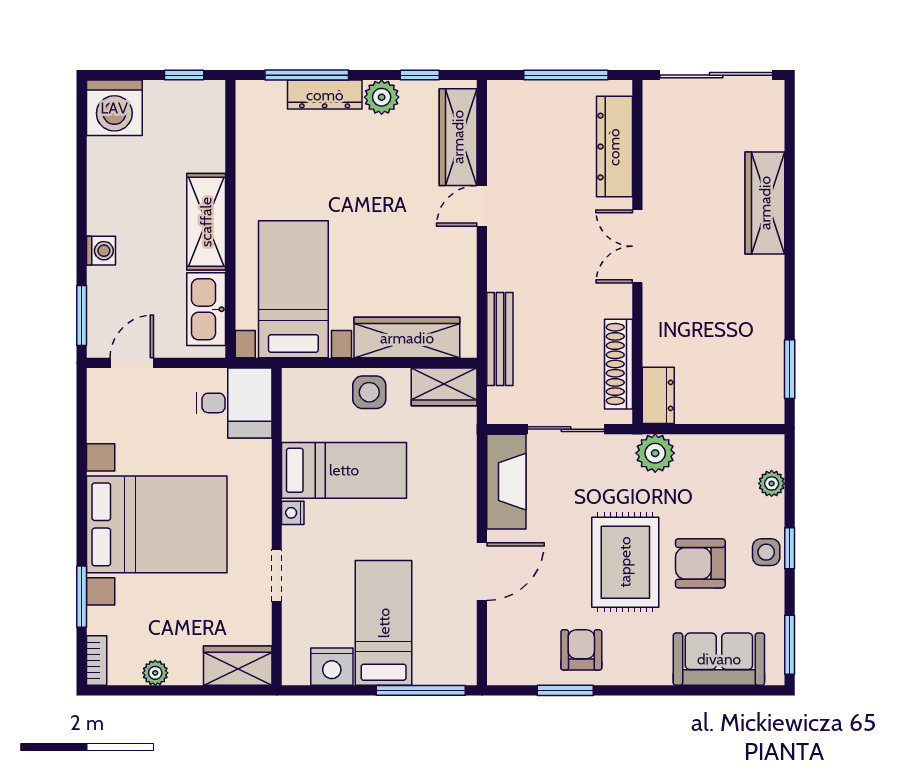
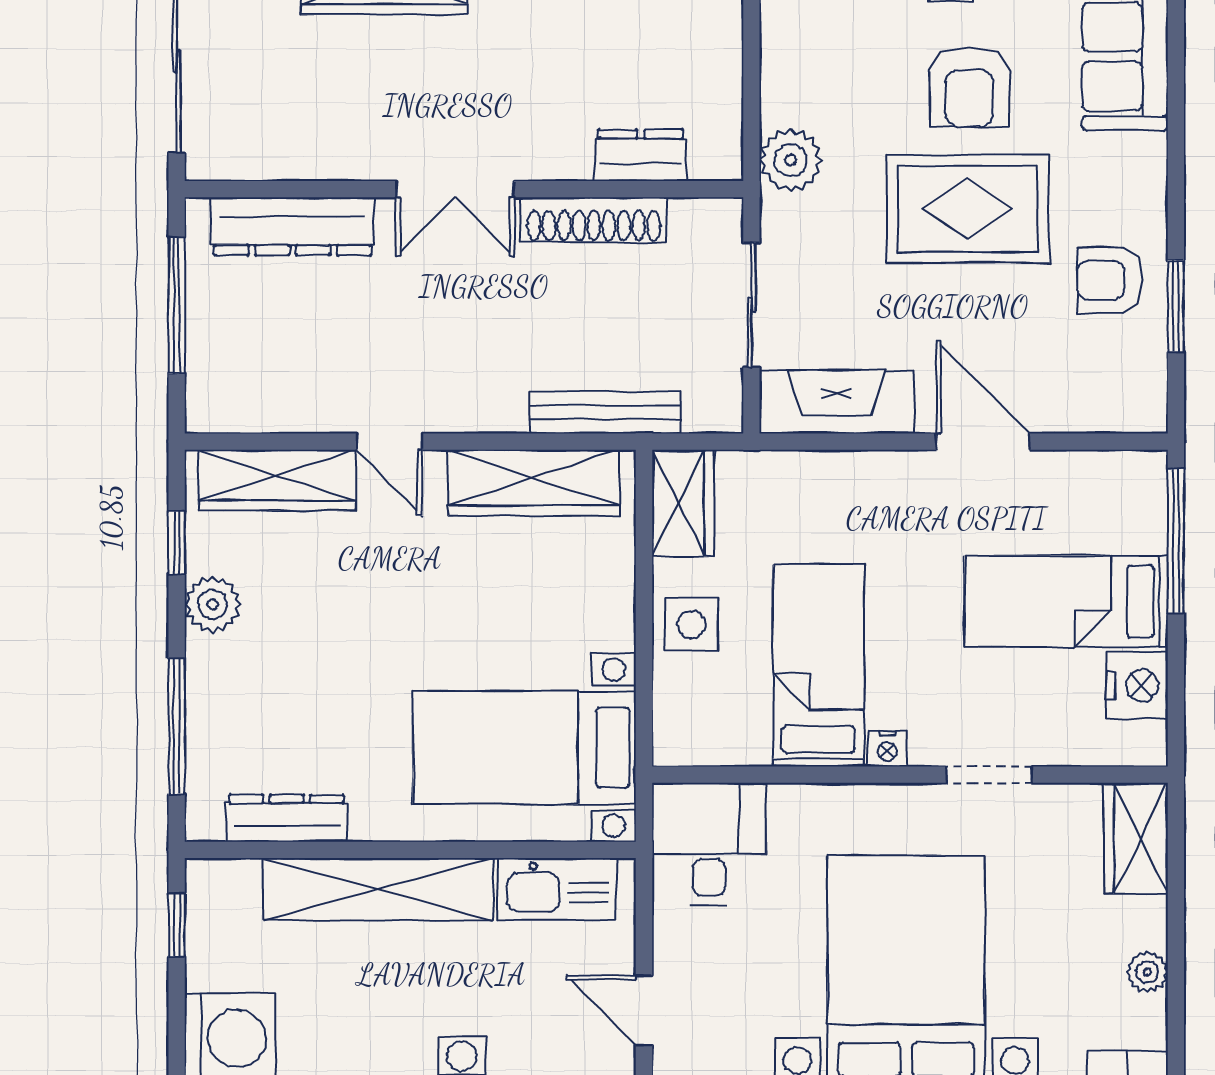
dresser: (325, 95) -> (287, 818), moved, turned -90
shelving: (206, 222) -> (378, 889), width x1.47
wardrobe: (407, 338) -> (534, 483), moved, turned -90
shoe rack: (619, 364) -> (594, 220), moved
dresser: (658, 395) -> (641, 155), moved

